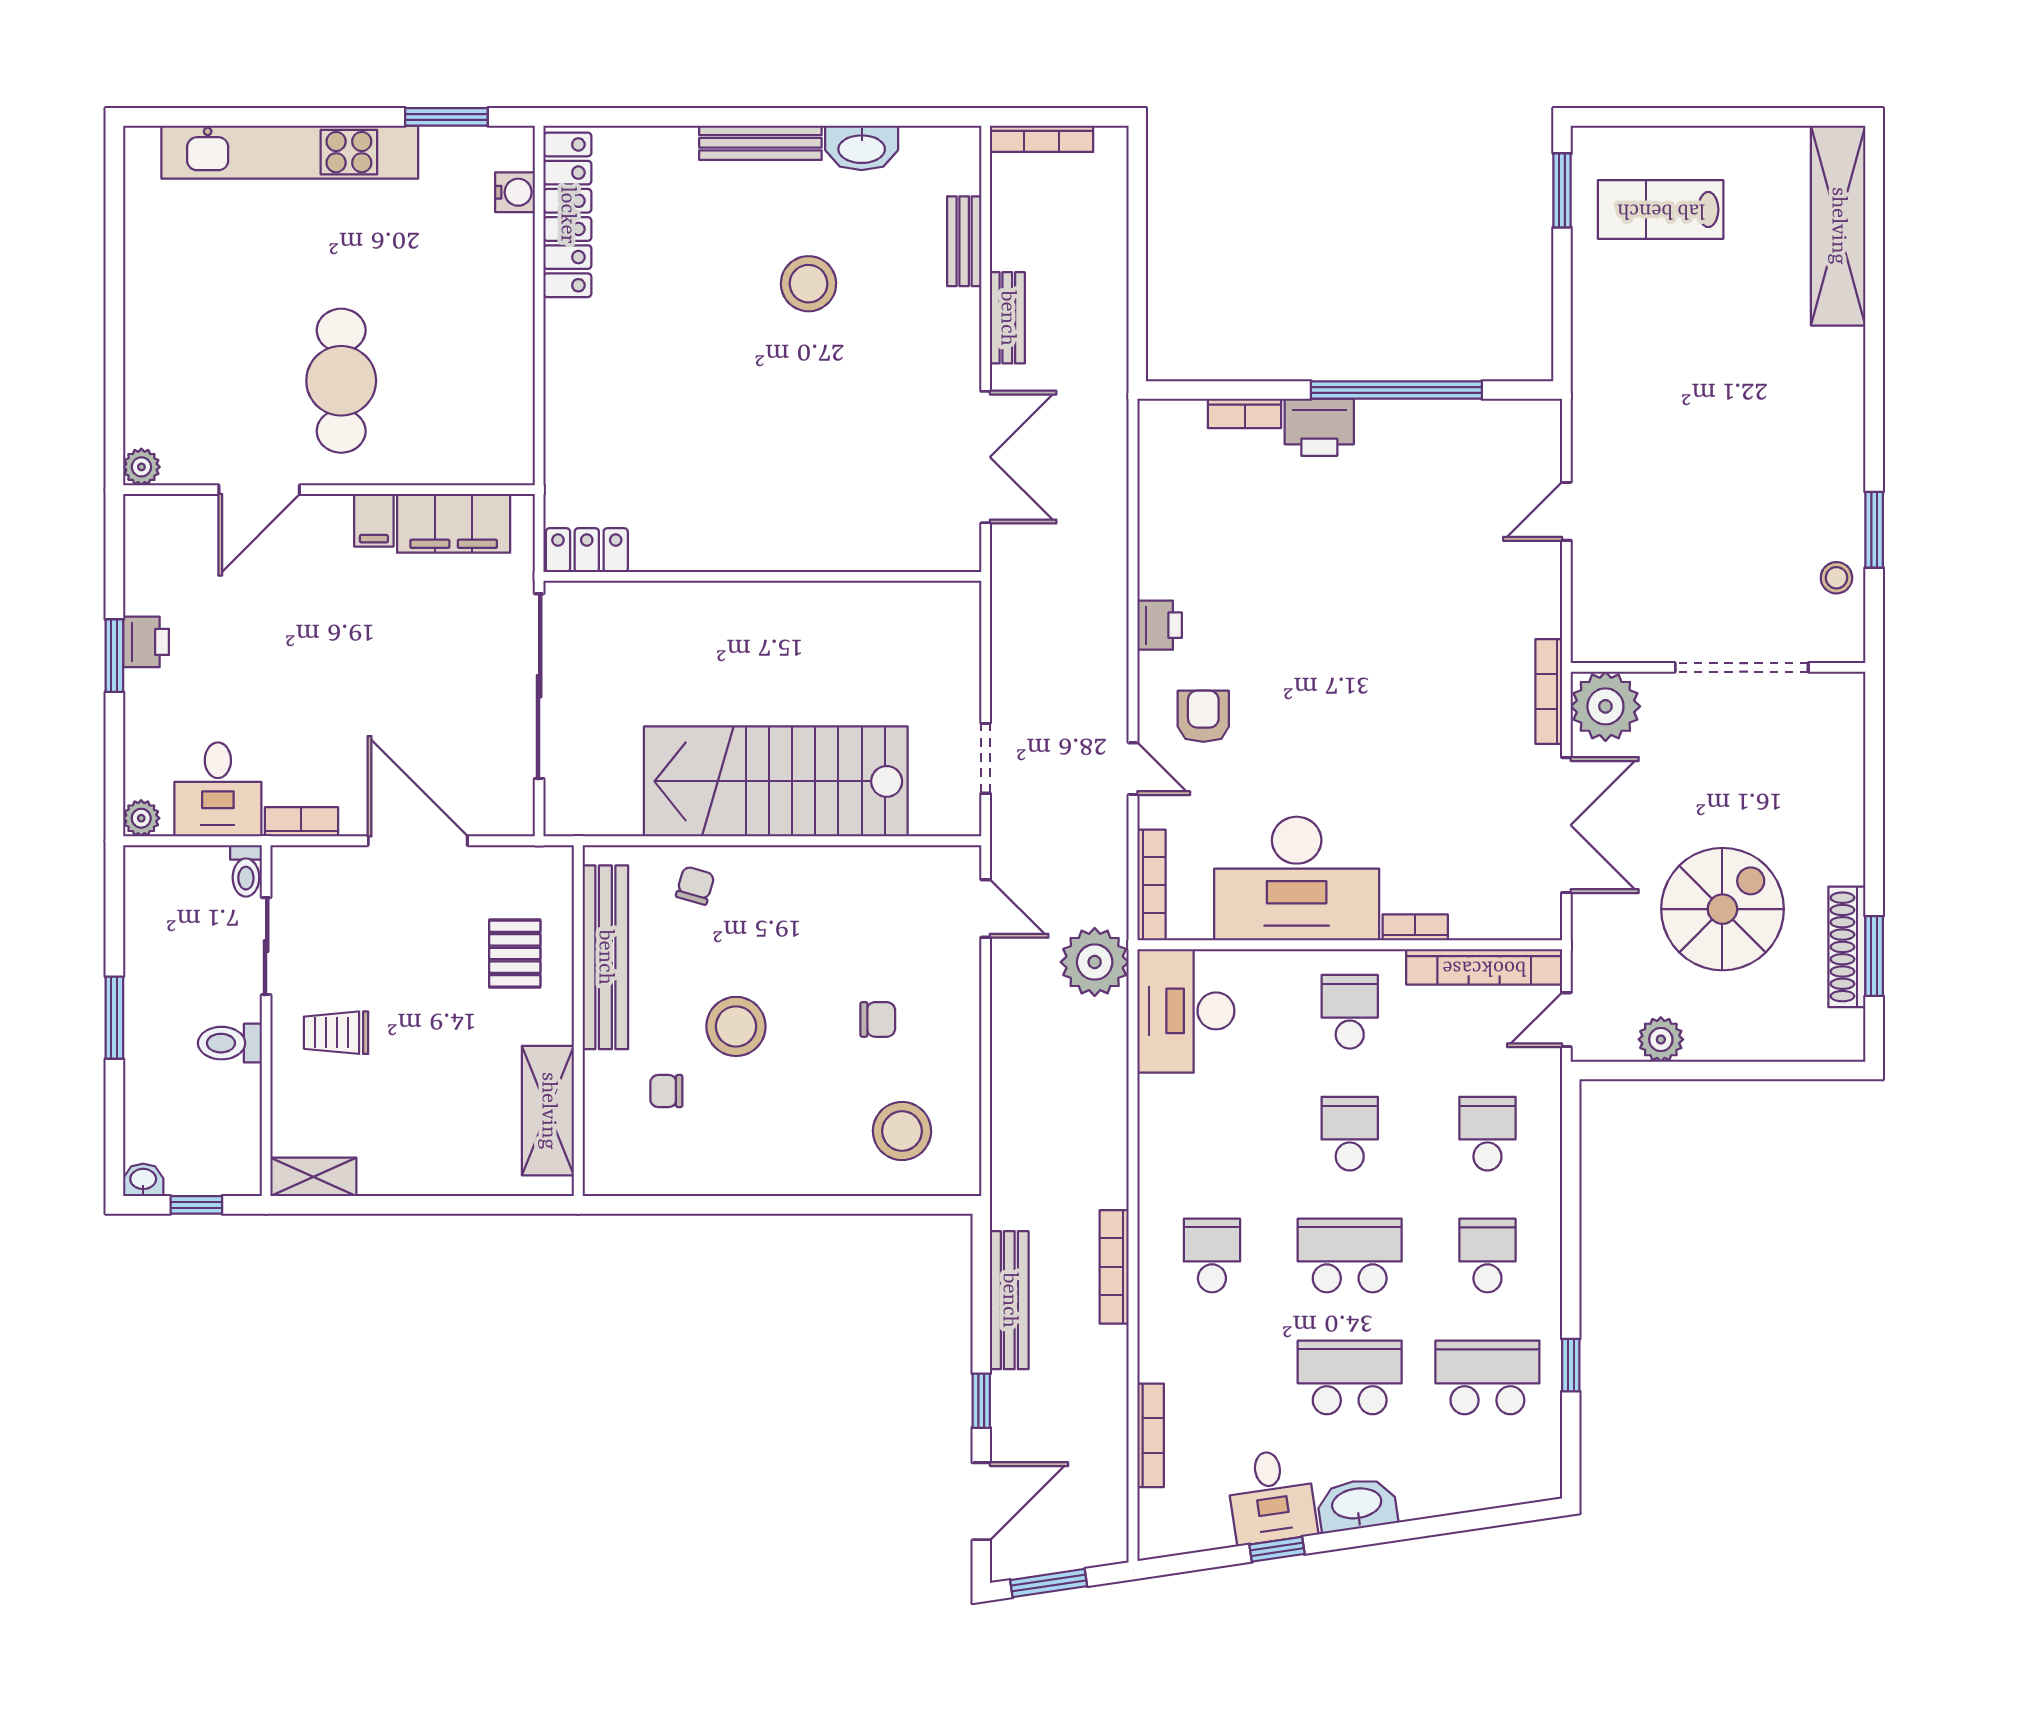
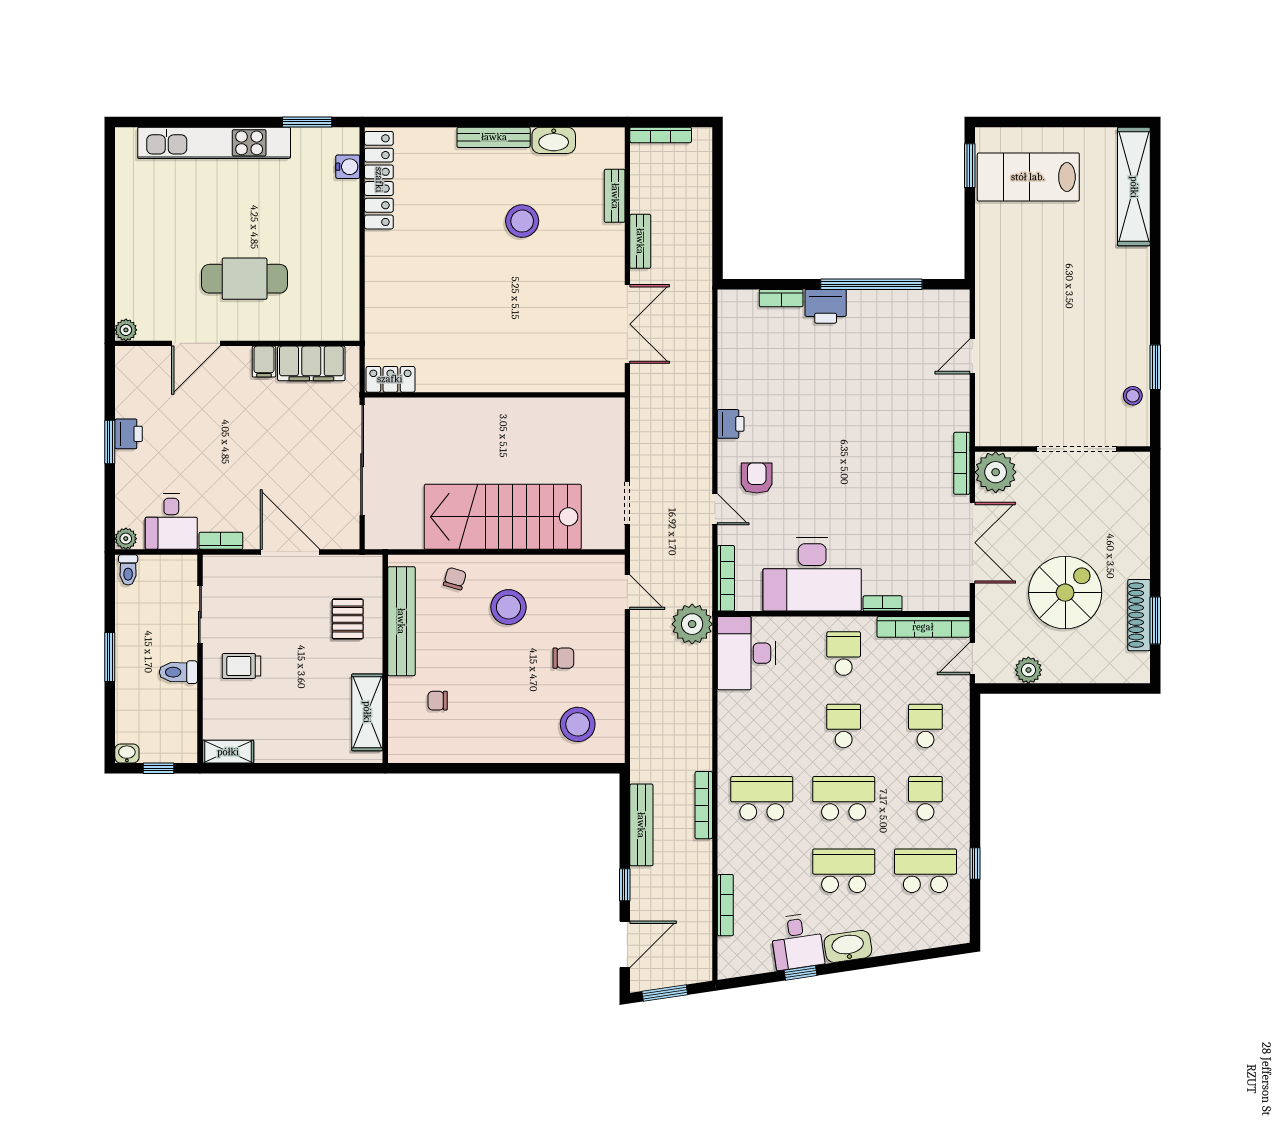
lab bench: (1661, 210) -> (1028, 177), width x1.36, depth x1.39
cafe table: (341, 381) -> (245, 279), turned 90
toilet: (246, 871) -> (128, 570), moved
stool: (736, 1026) -> (509, 607), moved
school desk: (1212, 1255) -> (762, 798), width x1.85

